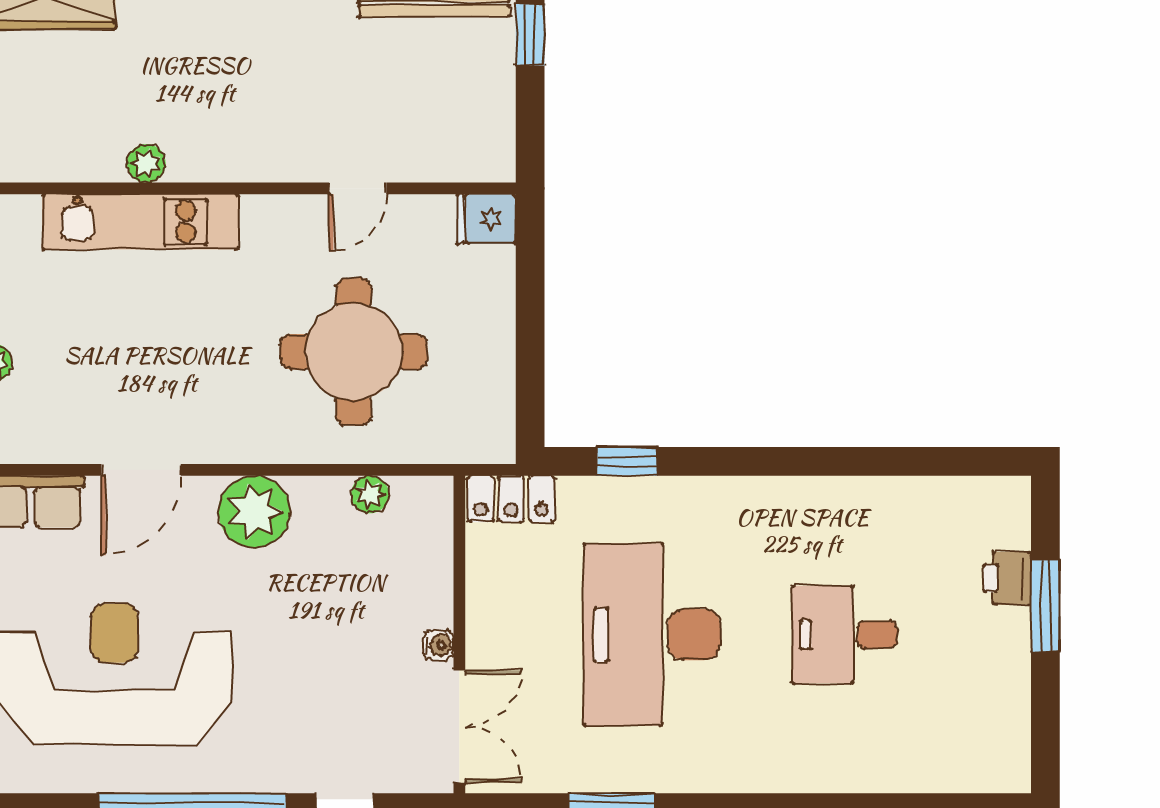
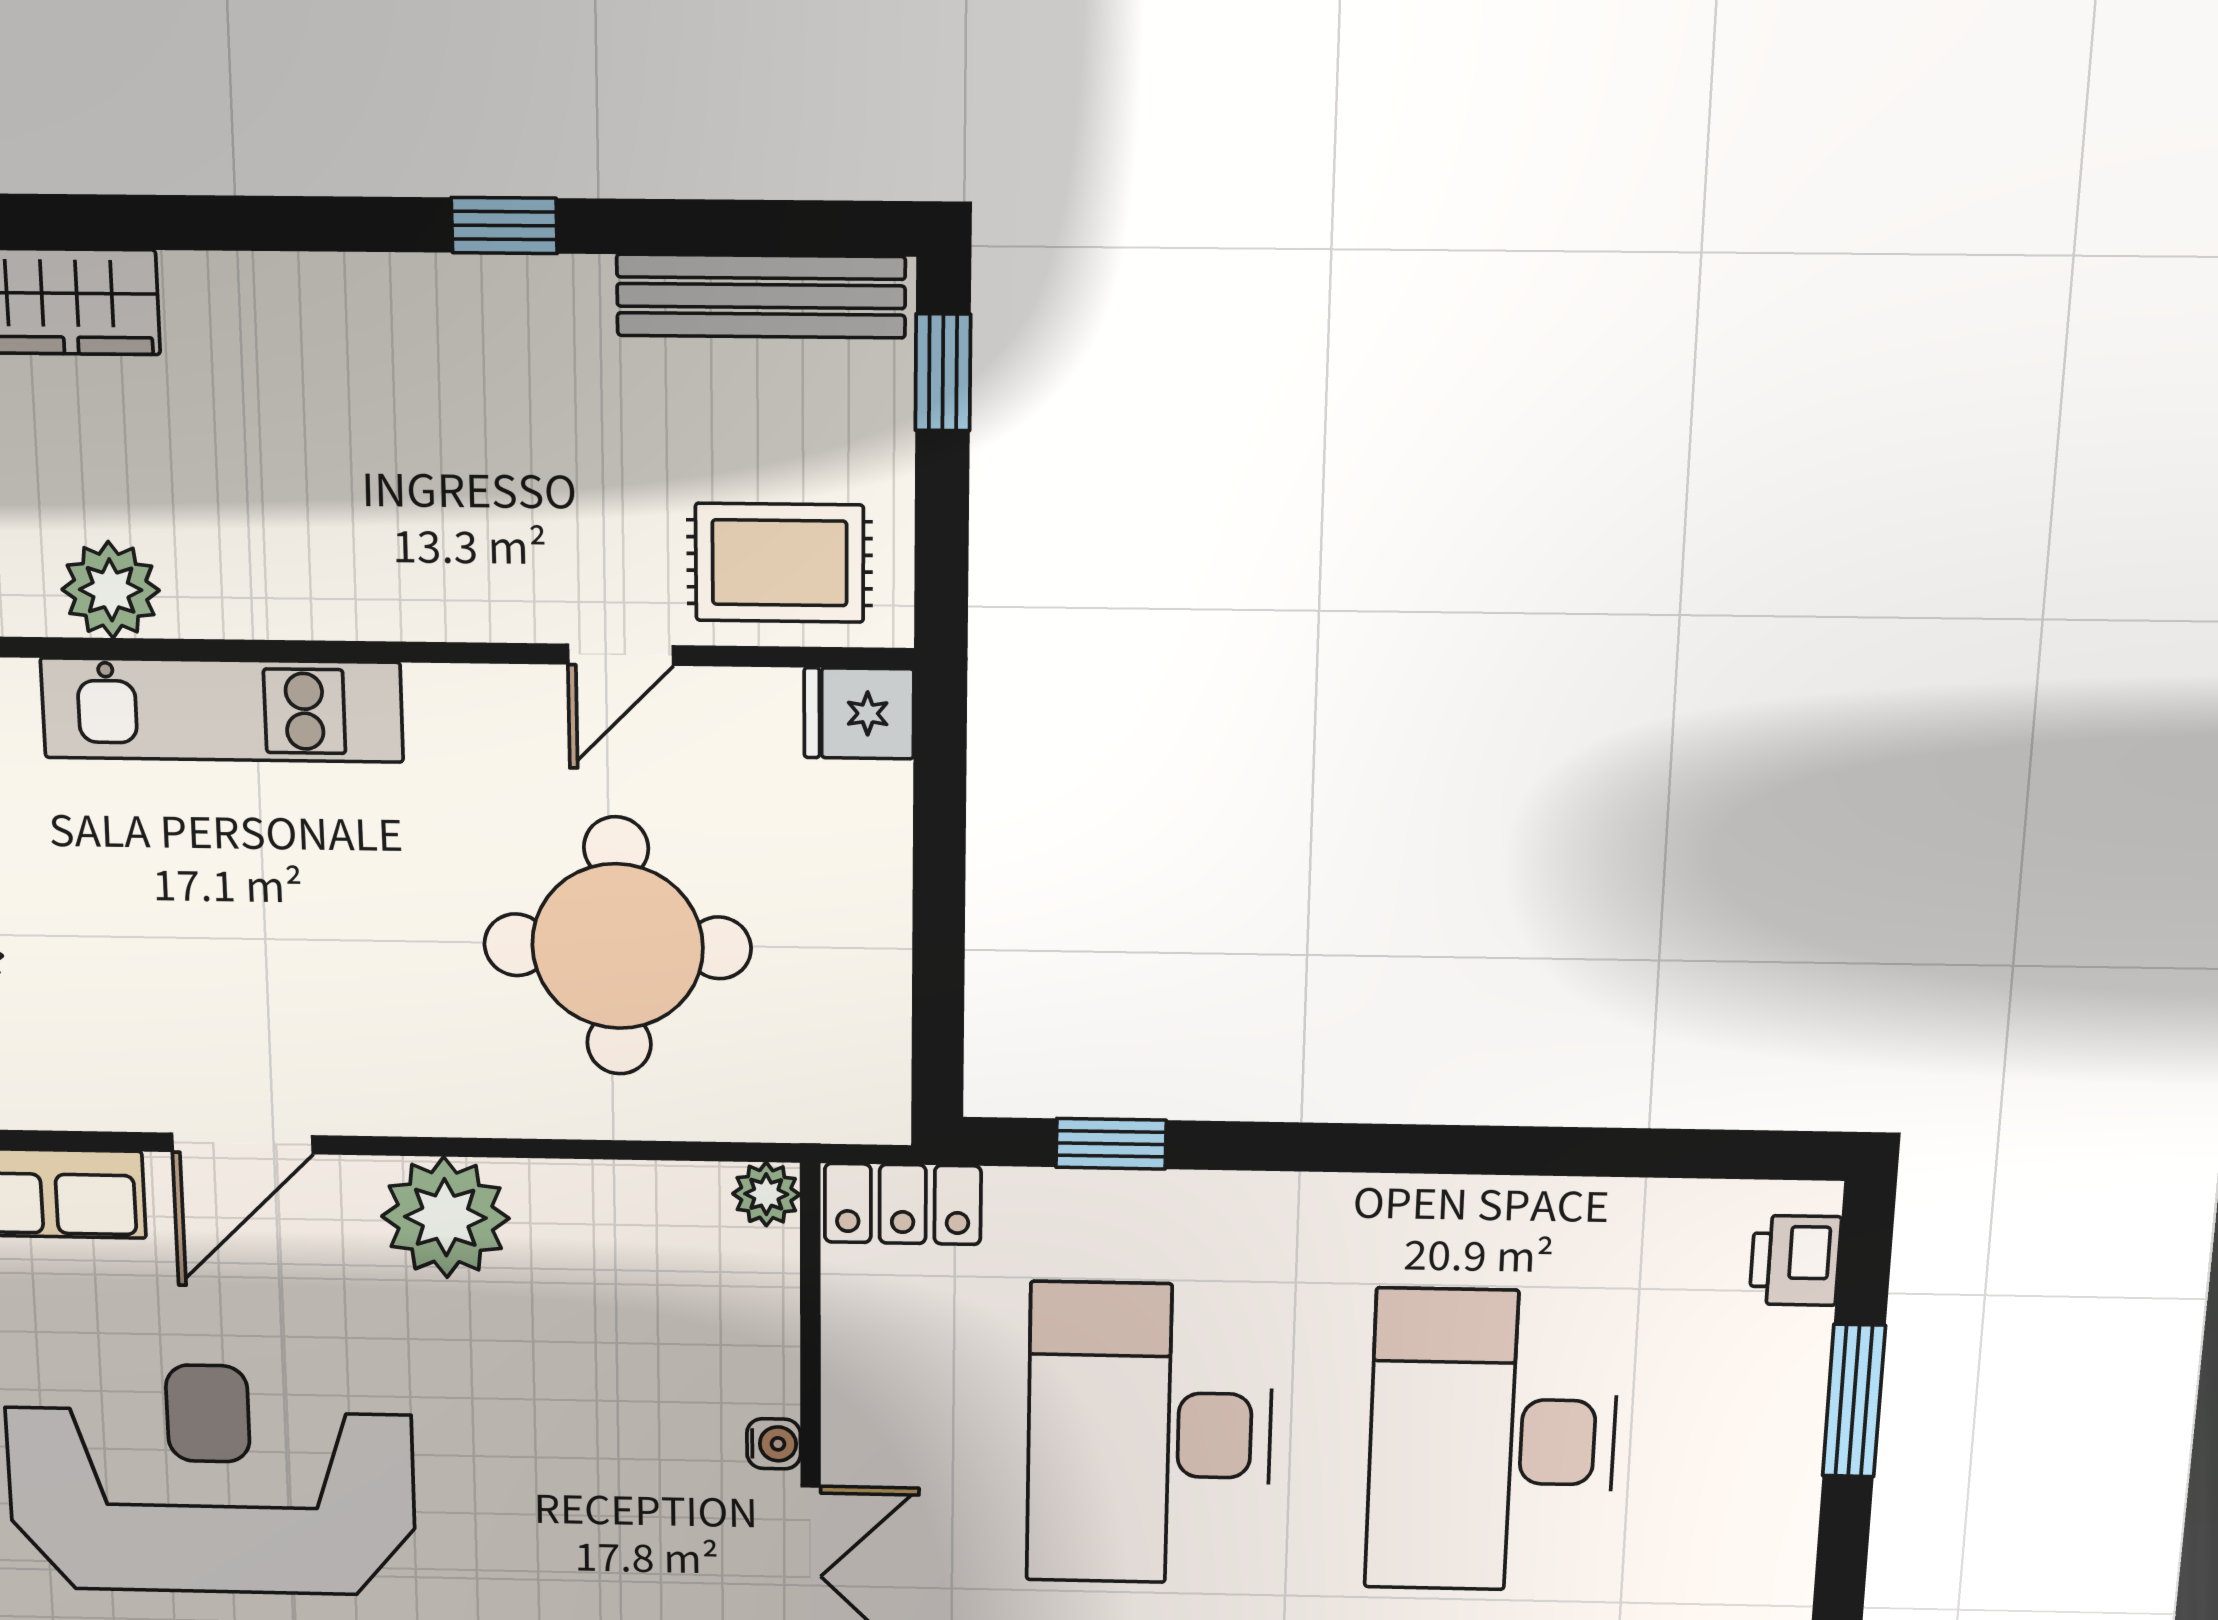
rug: (444, 137) -> (780, 563), added
plant: (146, 163) -> (111, 590), moved, width x1.38, depth x1.38
plant: (370, 494) -> (766, 1194), moved
printer: (1007, 578) -> (1795, 1260), moved
desk: (845, 635) -> (1492, 1441), width x1.87, depth x1.30

